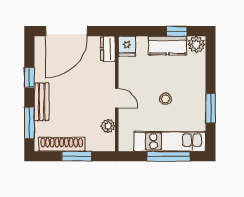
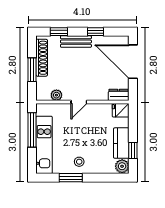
stool: (165, 99) -> (79, 162), moved
window: (29, 123) -> (59, 32), width x0.67
window: (169, 156) -> (32, 130), moved

